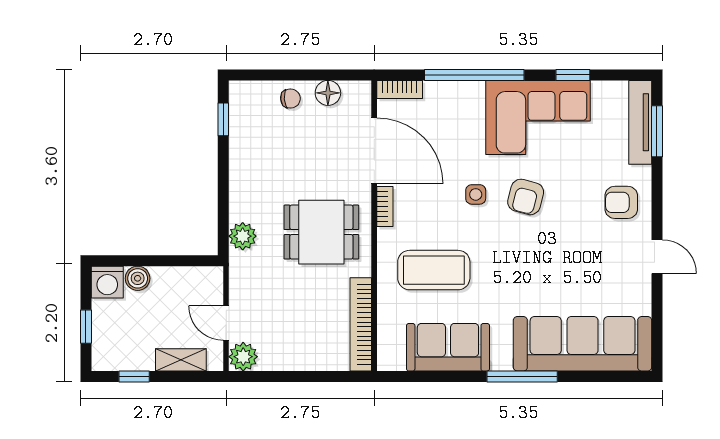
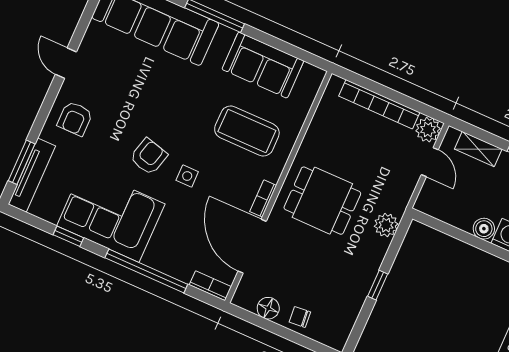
window: (223, 119) -> (378, 285), moved
armchair: (621, 202) -> (75, 119), turned 90
bookcase: (361, 324) -> (379, 104), moved, turned 90

